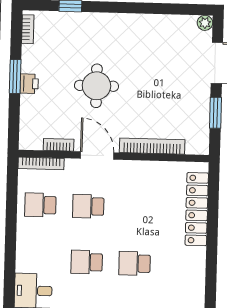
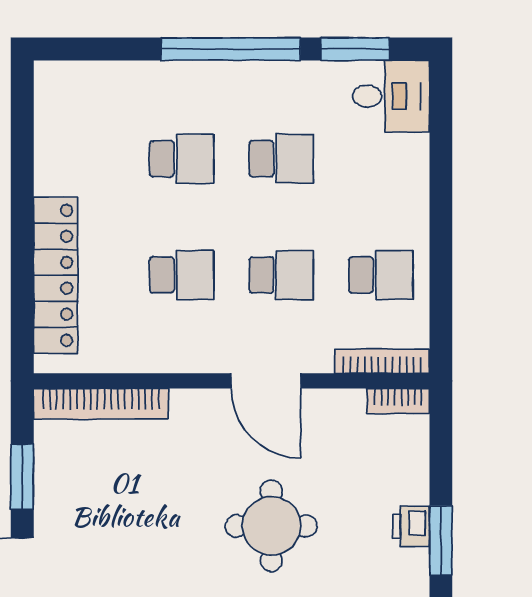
bookcase: (59, 145) -> (398, 401), moved
bookcase: (152, 146) -> (101, 404), moved
school desk: (136, 208) -> (182, 275), added

